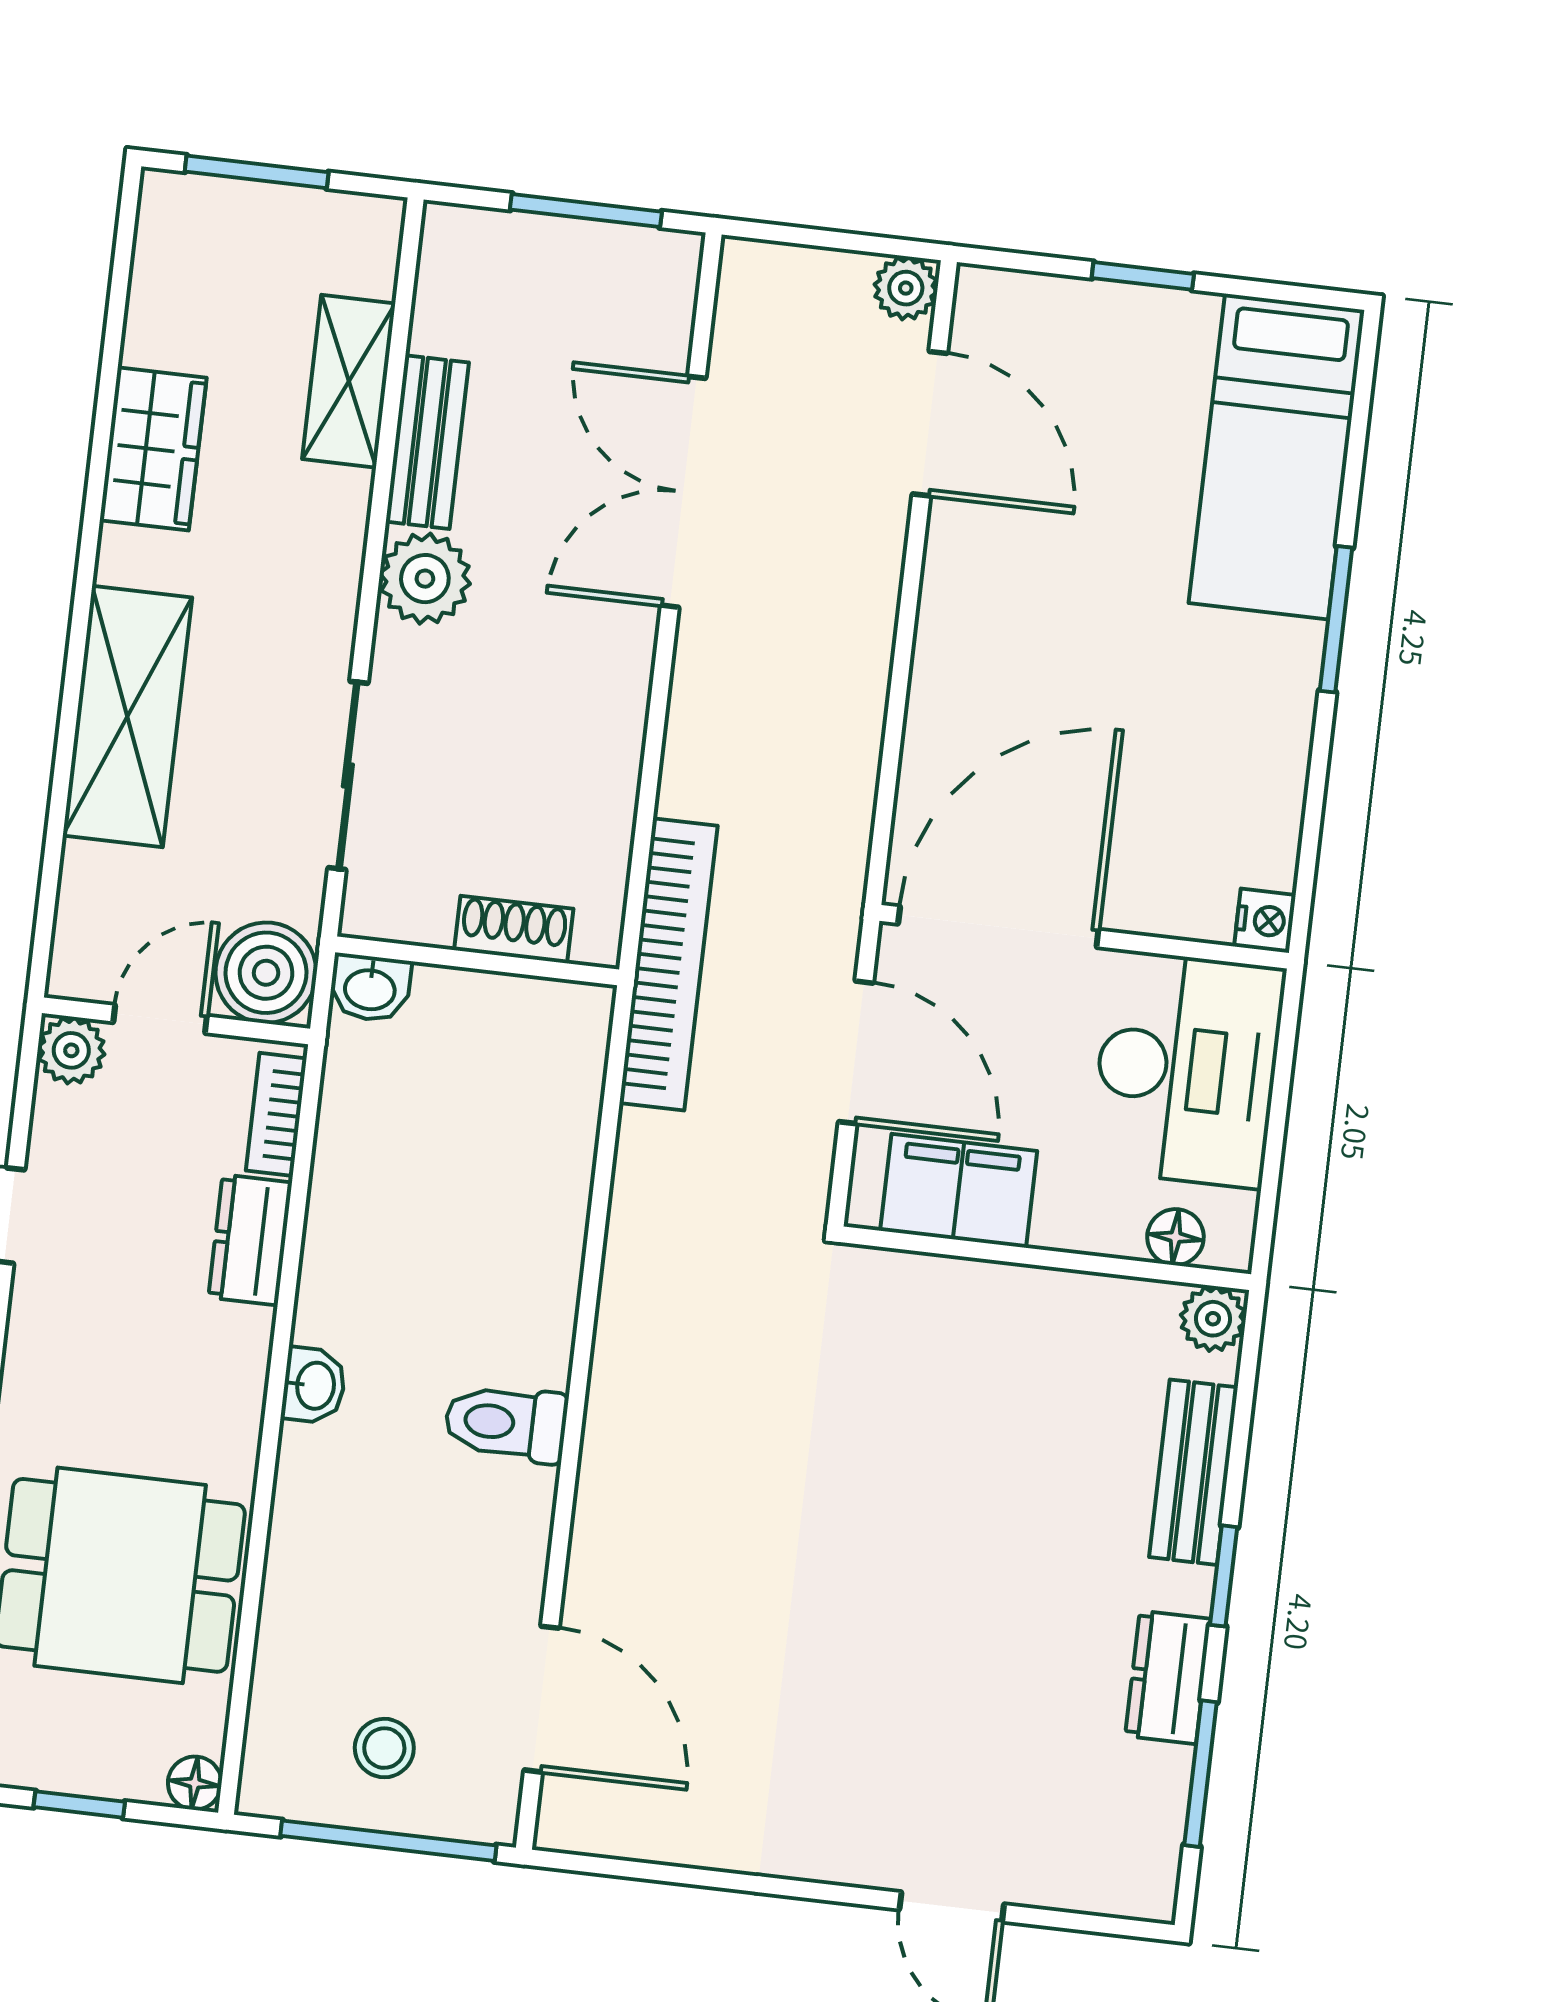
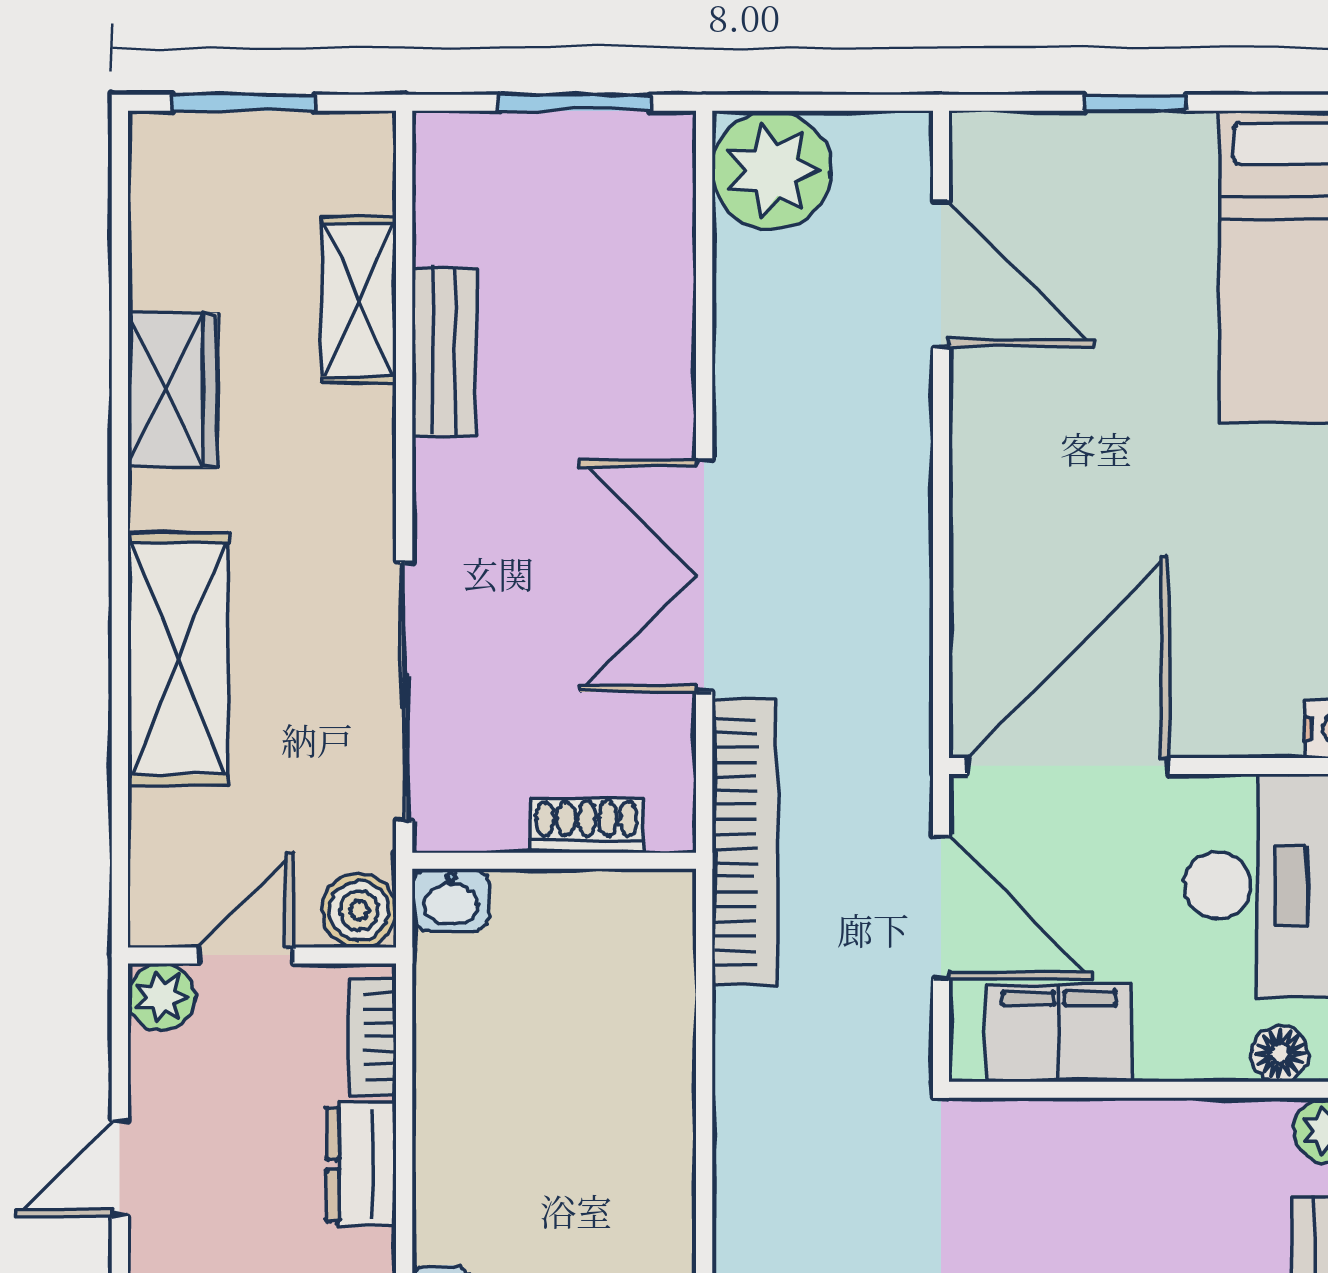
plant: (906, 288) -> (772, 170), moved, width x1.87, depth x1.87
double door: (683, 492) -> (704, 576), moved
plant: (425, 579) -> (458, 487), removed
sliding door: (348, 776) -> (404, 692), width x1.37
boiler: (266, 973) -> (359, 911), width x0.73, depth x0.73

